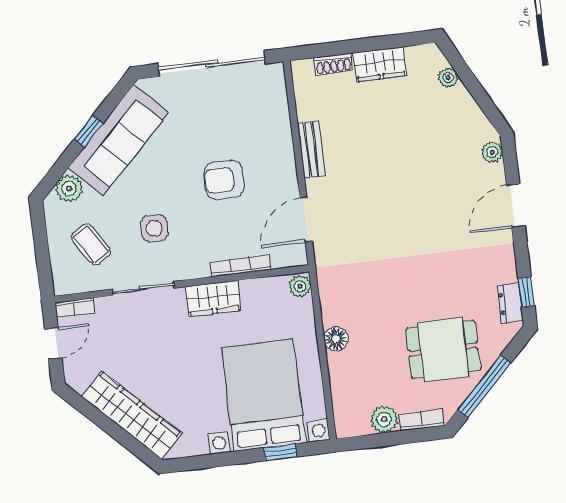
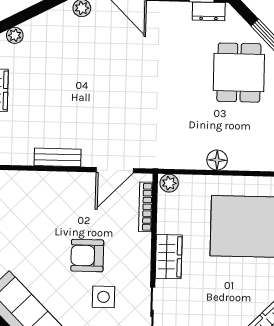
armchair: (224, 180) -> (87, 256), moved, turned 90
door: (306, 220) -> (115, 170), hinge flipped
bookcase: (241, 266) -> (146, 207), moved

